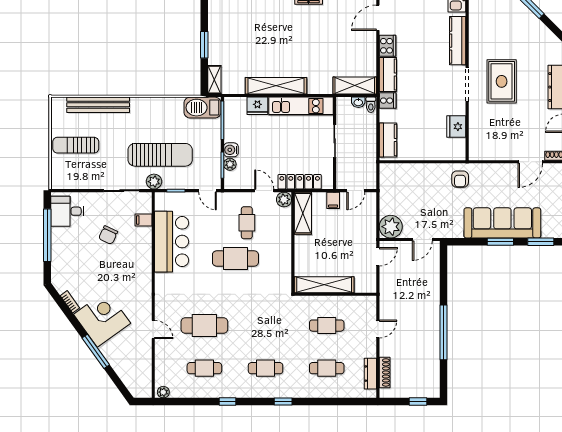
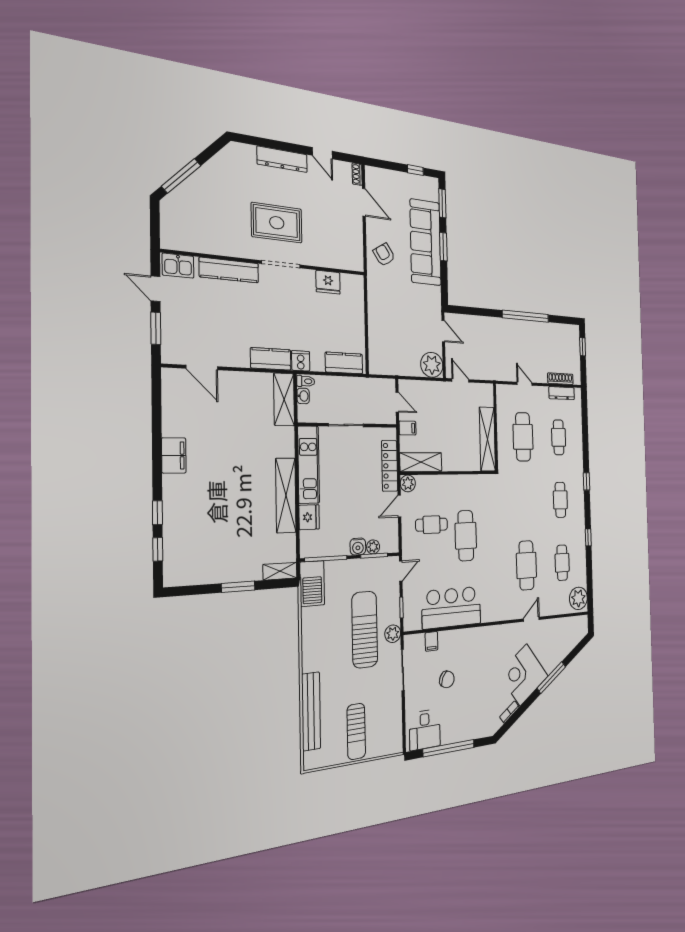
cooker: (387, 46) -> (236, 357), removed
armchair: (460, 179) -> (384, 255), moved, turned -123
cafe table: (327, 326) -> (523, 437), width x1.37, depth x1.35
plant: (163, 392) -> (578, 598), width x1.88, depth x1.88

